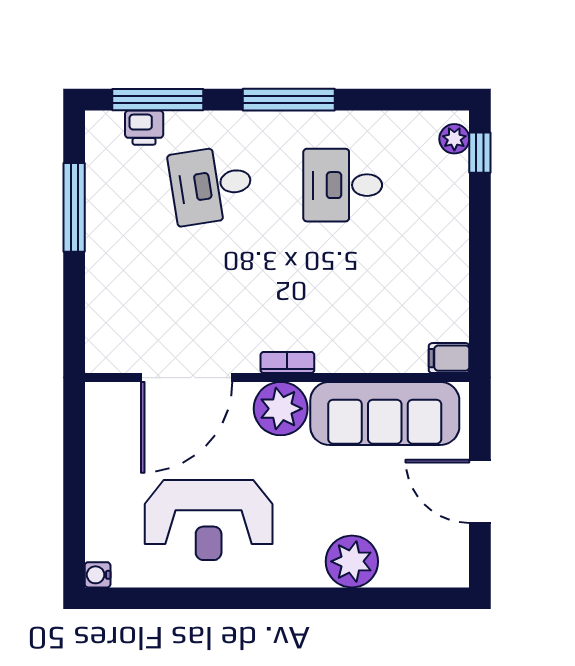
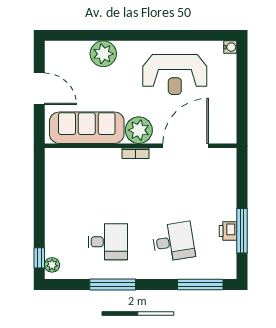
window: (289, 100) -> (113, 284), moved
printer: (144, 128) -> (228, 231), moved, turned -90
filing cabinet: (449, 358) -> (55, 155), removed
reception desk: (209, 520) -> (175, 74), turned 180

